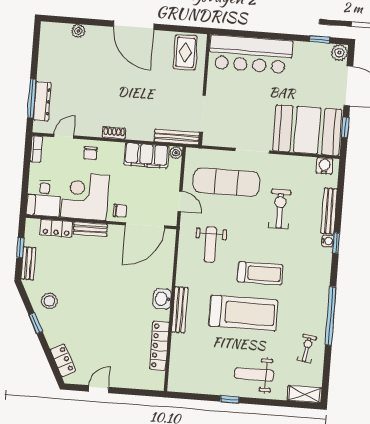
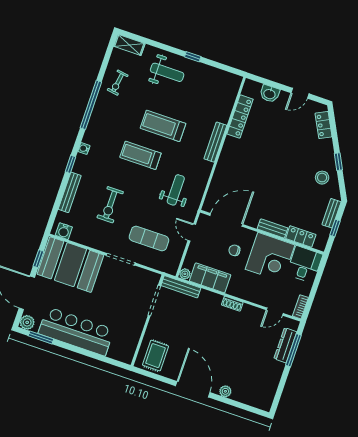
plant: (78, 31) -> (225, 391), moved
window: (320, 40) -> (41, 337), width x1.50
bar counter: (251, 54) -> (76, 331), moved
chair: (90, 153) -> (256, 292), removed
exercise mat: (227, 182) -> (149, 239), width x0.73, depth x0.69
chair: (120, 211) -> (234, 250), moved
water cooler: (328, 241) -> (84, 148), moved
washbasin: (162, 299) -> (270, 94), moved, turned 90
treadmill: (243, 313) -> (163, 126), width x0.73, depth x0.73

